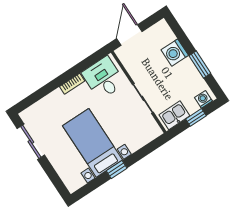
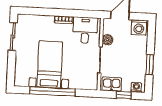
washing machine: (175, 53) -> (139, 27), moved, turned -90
boiler: (135, 71) -> (107, 40), added
window: (117, 169) -> (53, 91), width x3.17

